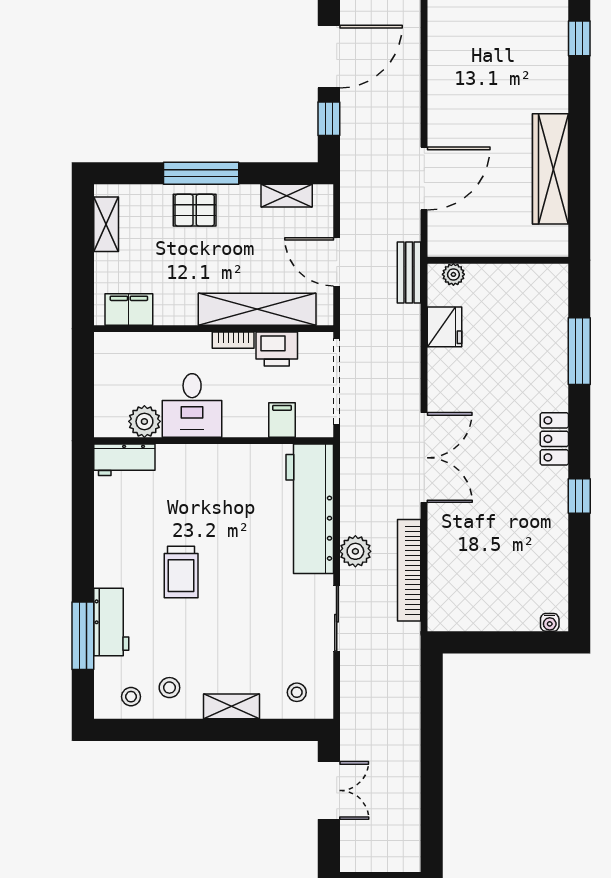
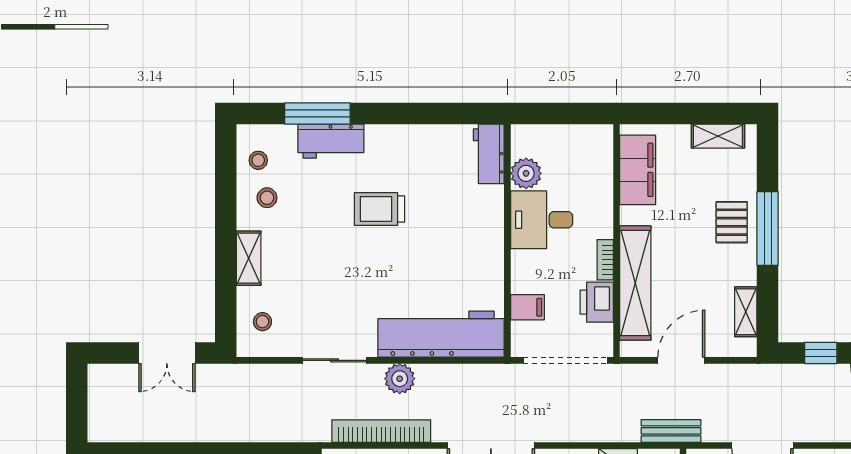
filing cabinet: (129, 309) -> (638, 170), width x1.50, depth x1.17

